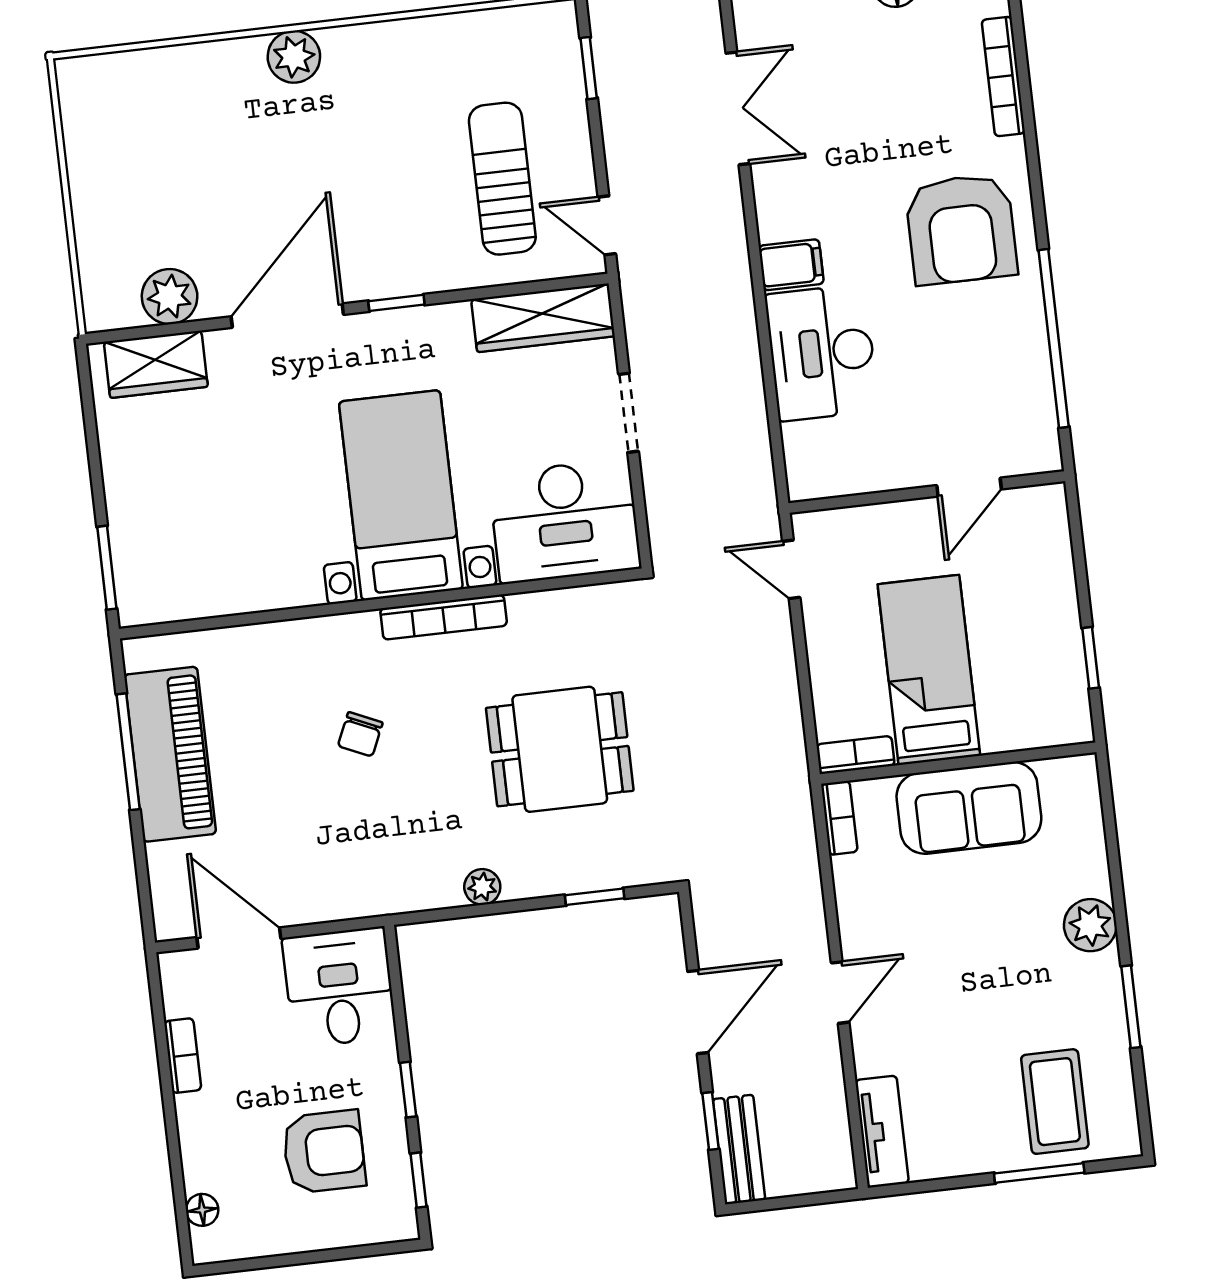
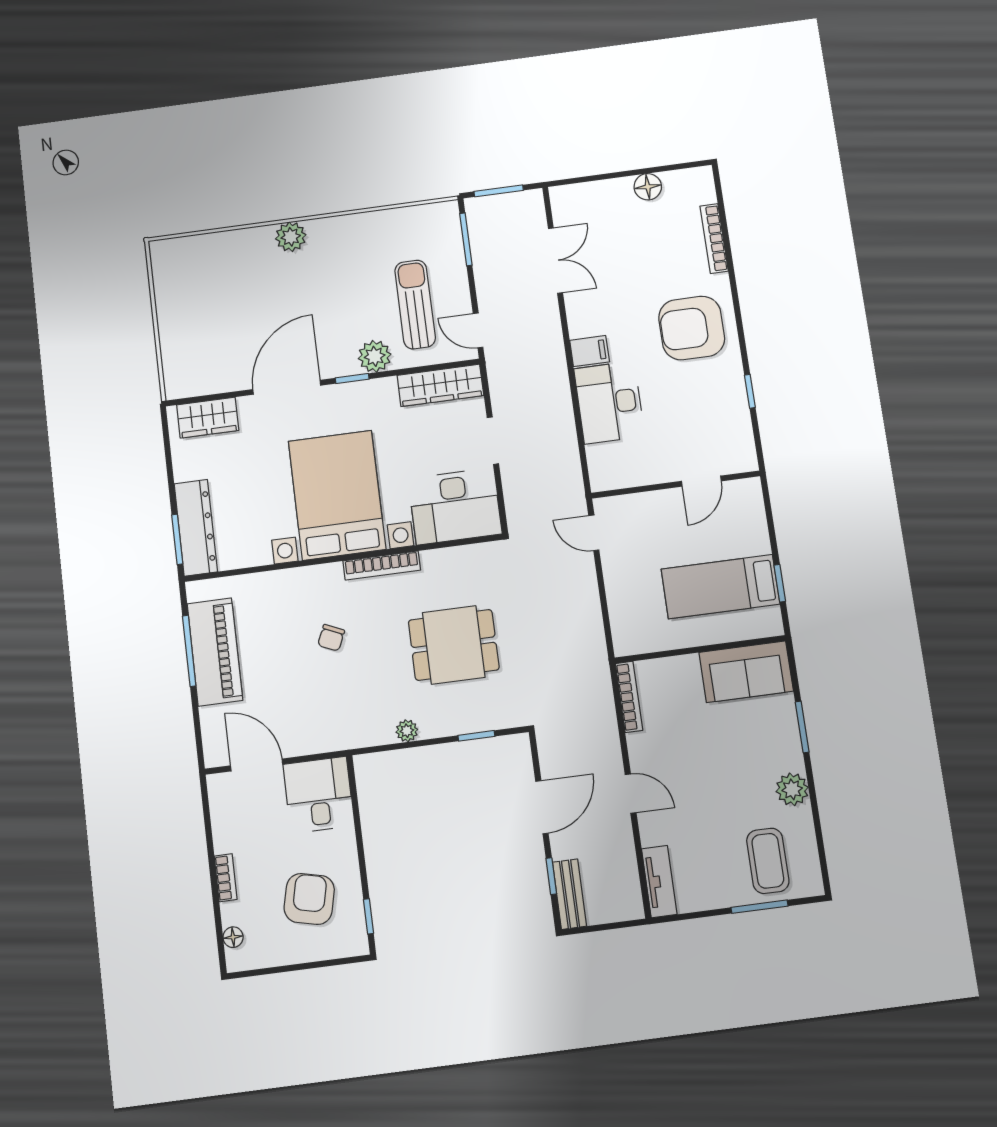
window: (589, 68) -> (466, 239), width x1.50
armchair: (961, 229) -> (692, 328), turned 90
plant: (170, 297) -> (375, 356), moved
window: (1054, 338) -> (750, 391), width x0.32
bed with nightstands: (401, 495) -> (337, 495), width x1.36
dresser: (137, 549) -> (196, 528), added
bed: (929, 670) -> (720, 587), moved, turned -90
bookcase: (856, 755) -> (636, 645), removed
sofa: (969, 808) -> (746, 672), moved
bookcase: (839, 818) -> (629, 697), width x1.56
plant: (1090, 925) -> (792, 789), moved
door: (840, 993) -> (631, 794), hinge flipped
window: (1131, 1007) -> (802, 727), moved
bookcase: (183, 1056) -> (226, 878), moved
window: (408, 1090) -> (362, 859), removed
armchair: (324, 1152) -> (309, 899), turned -77

